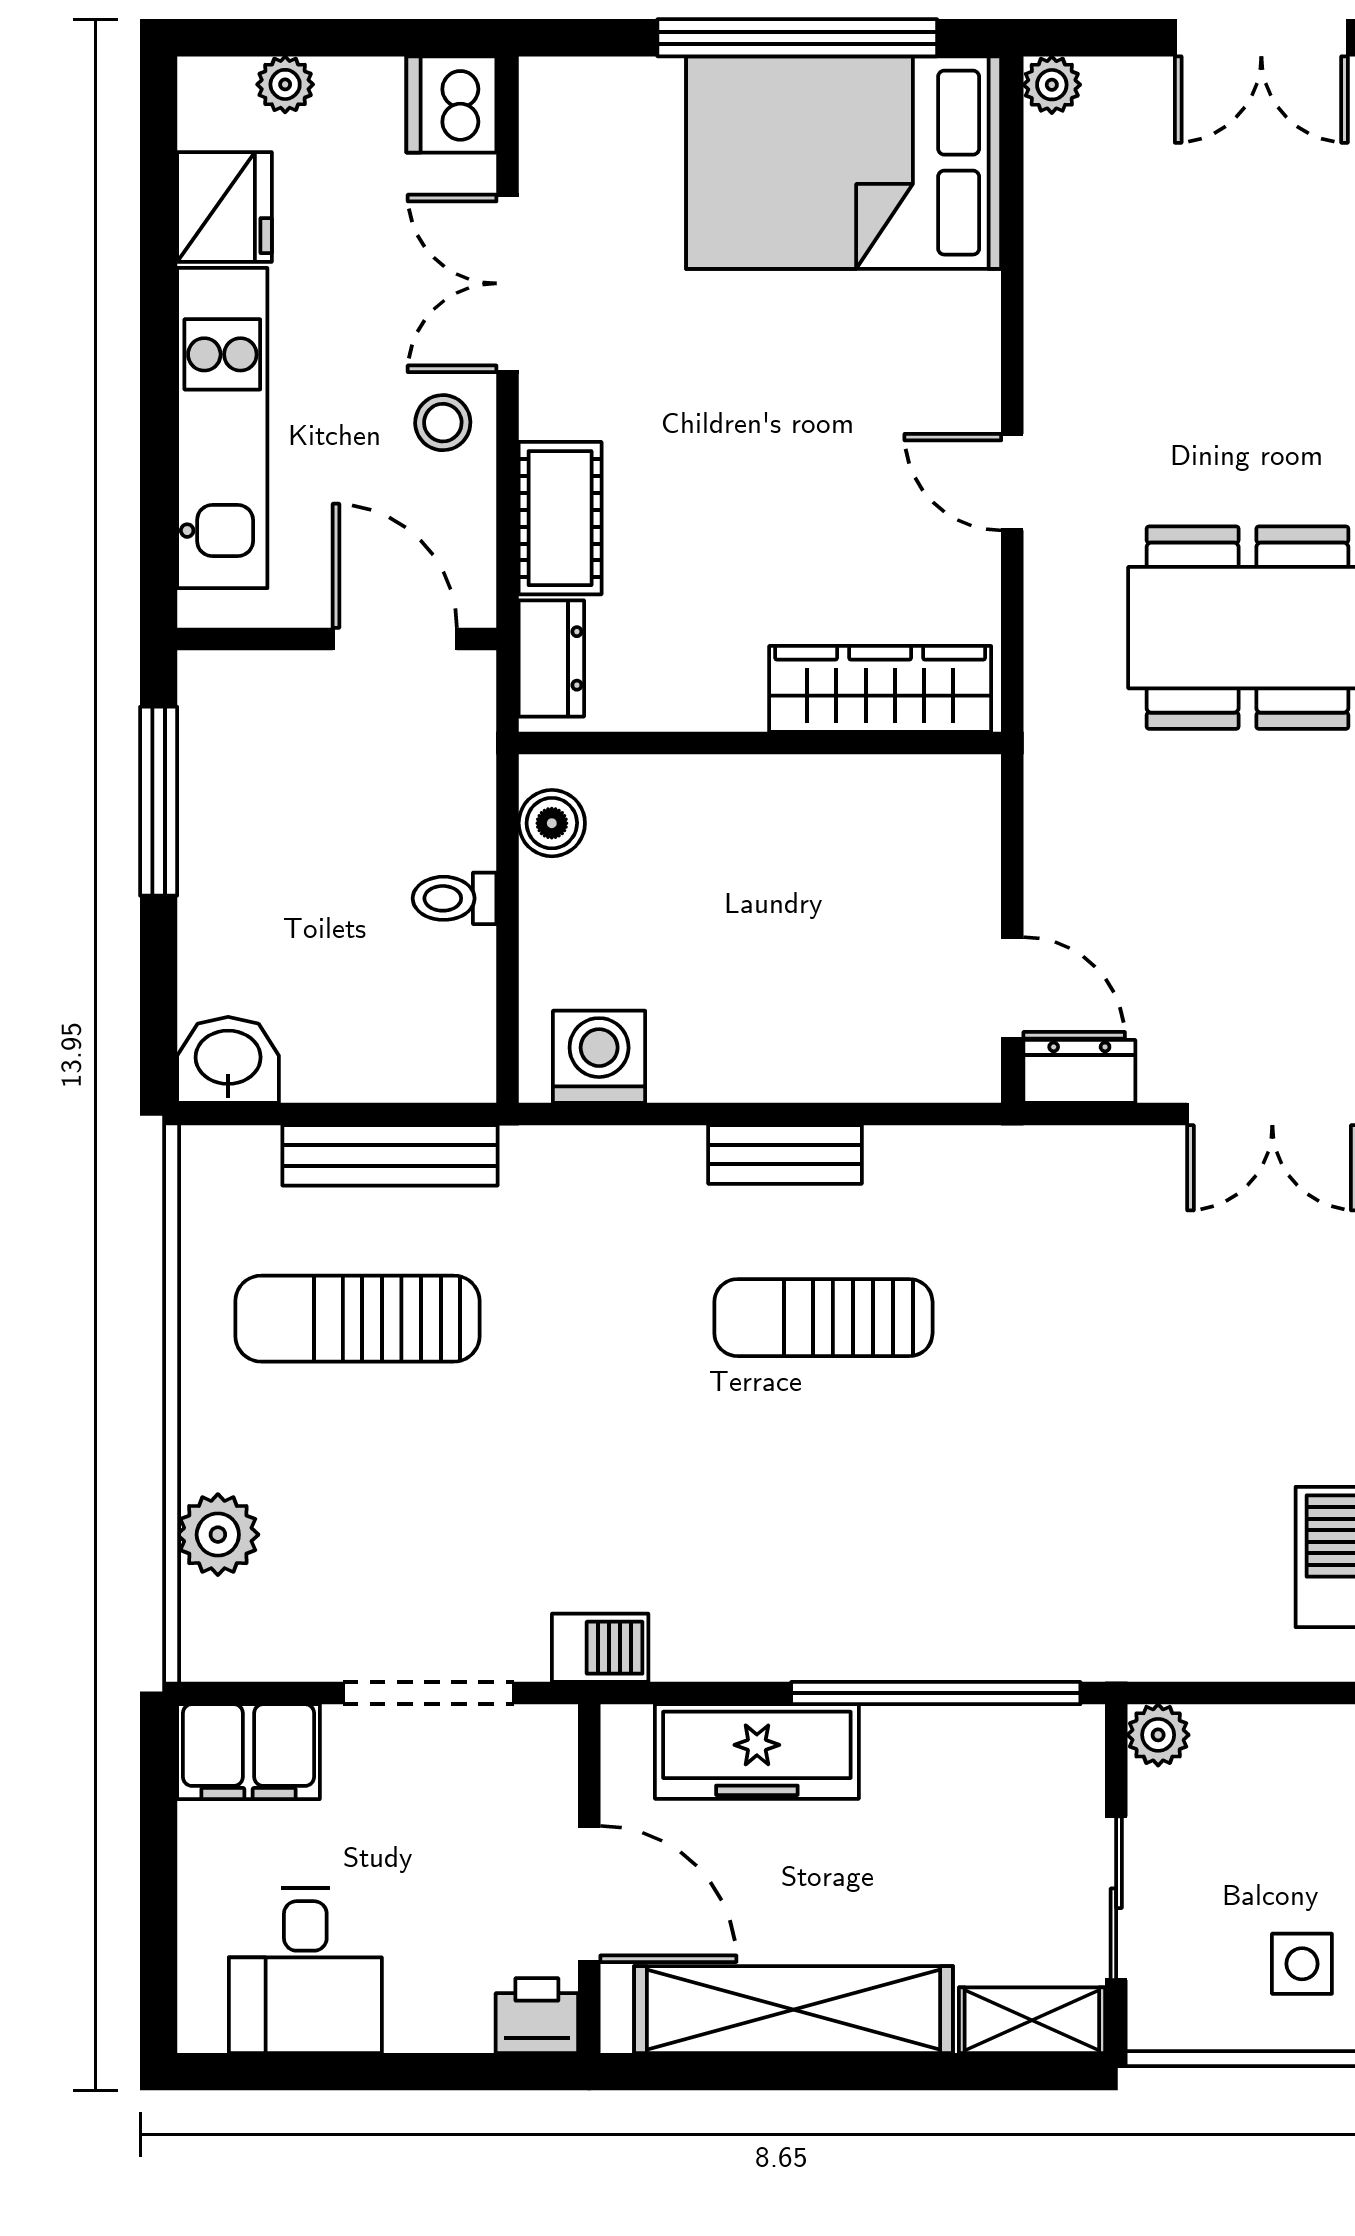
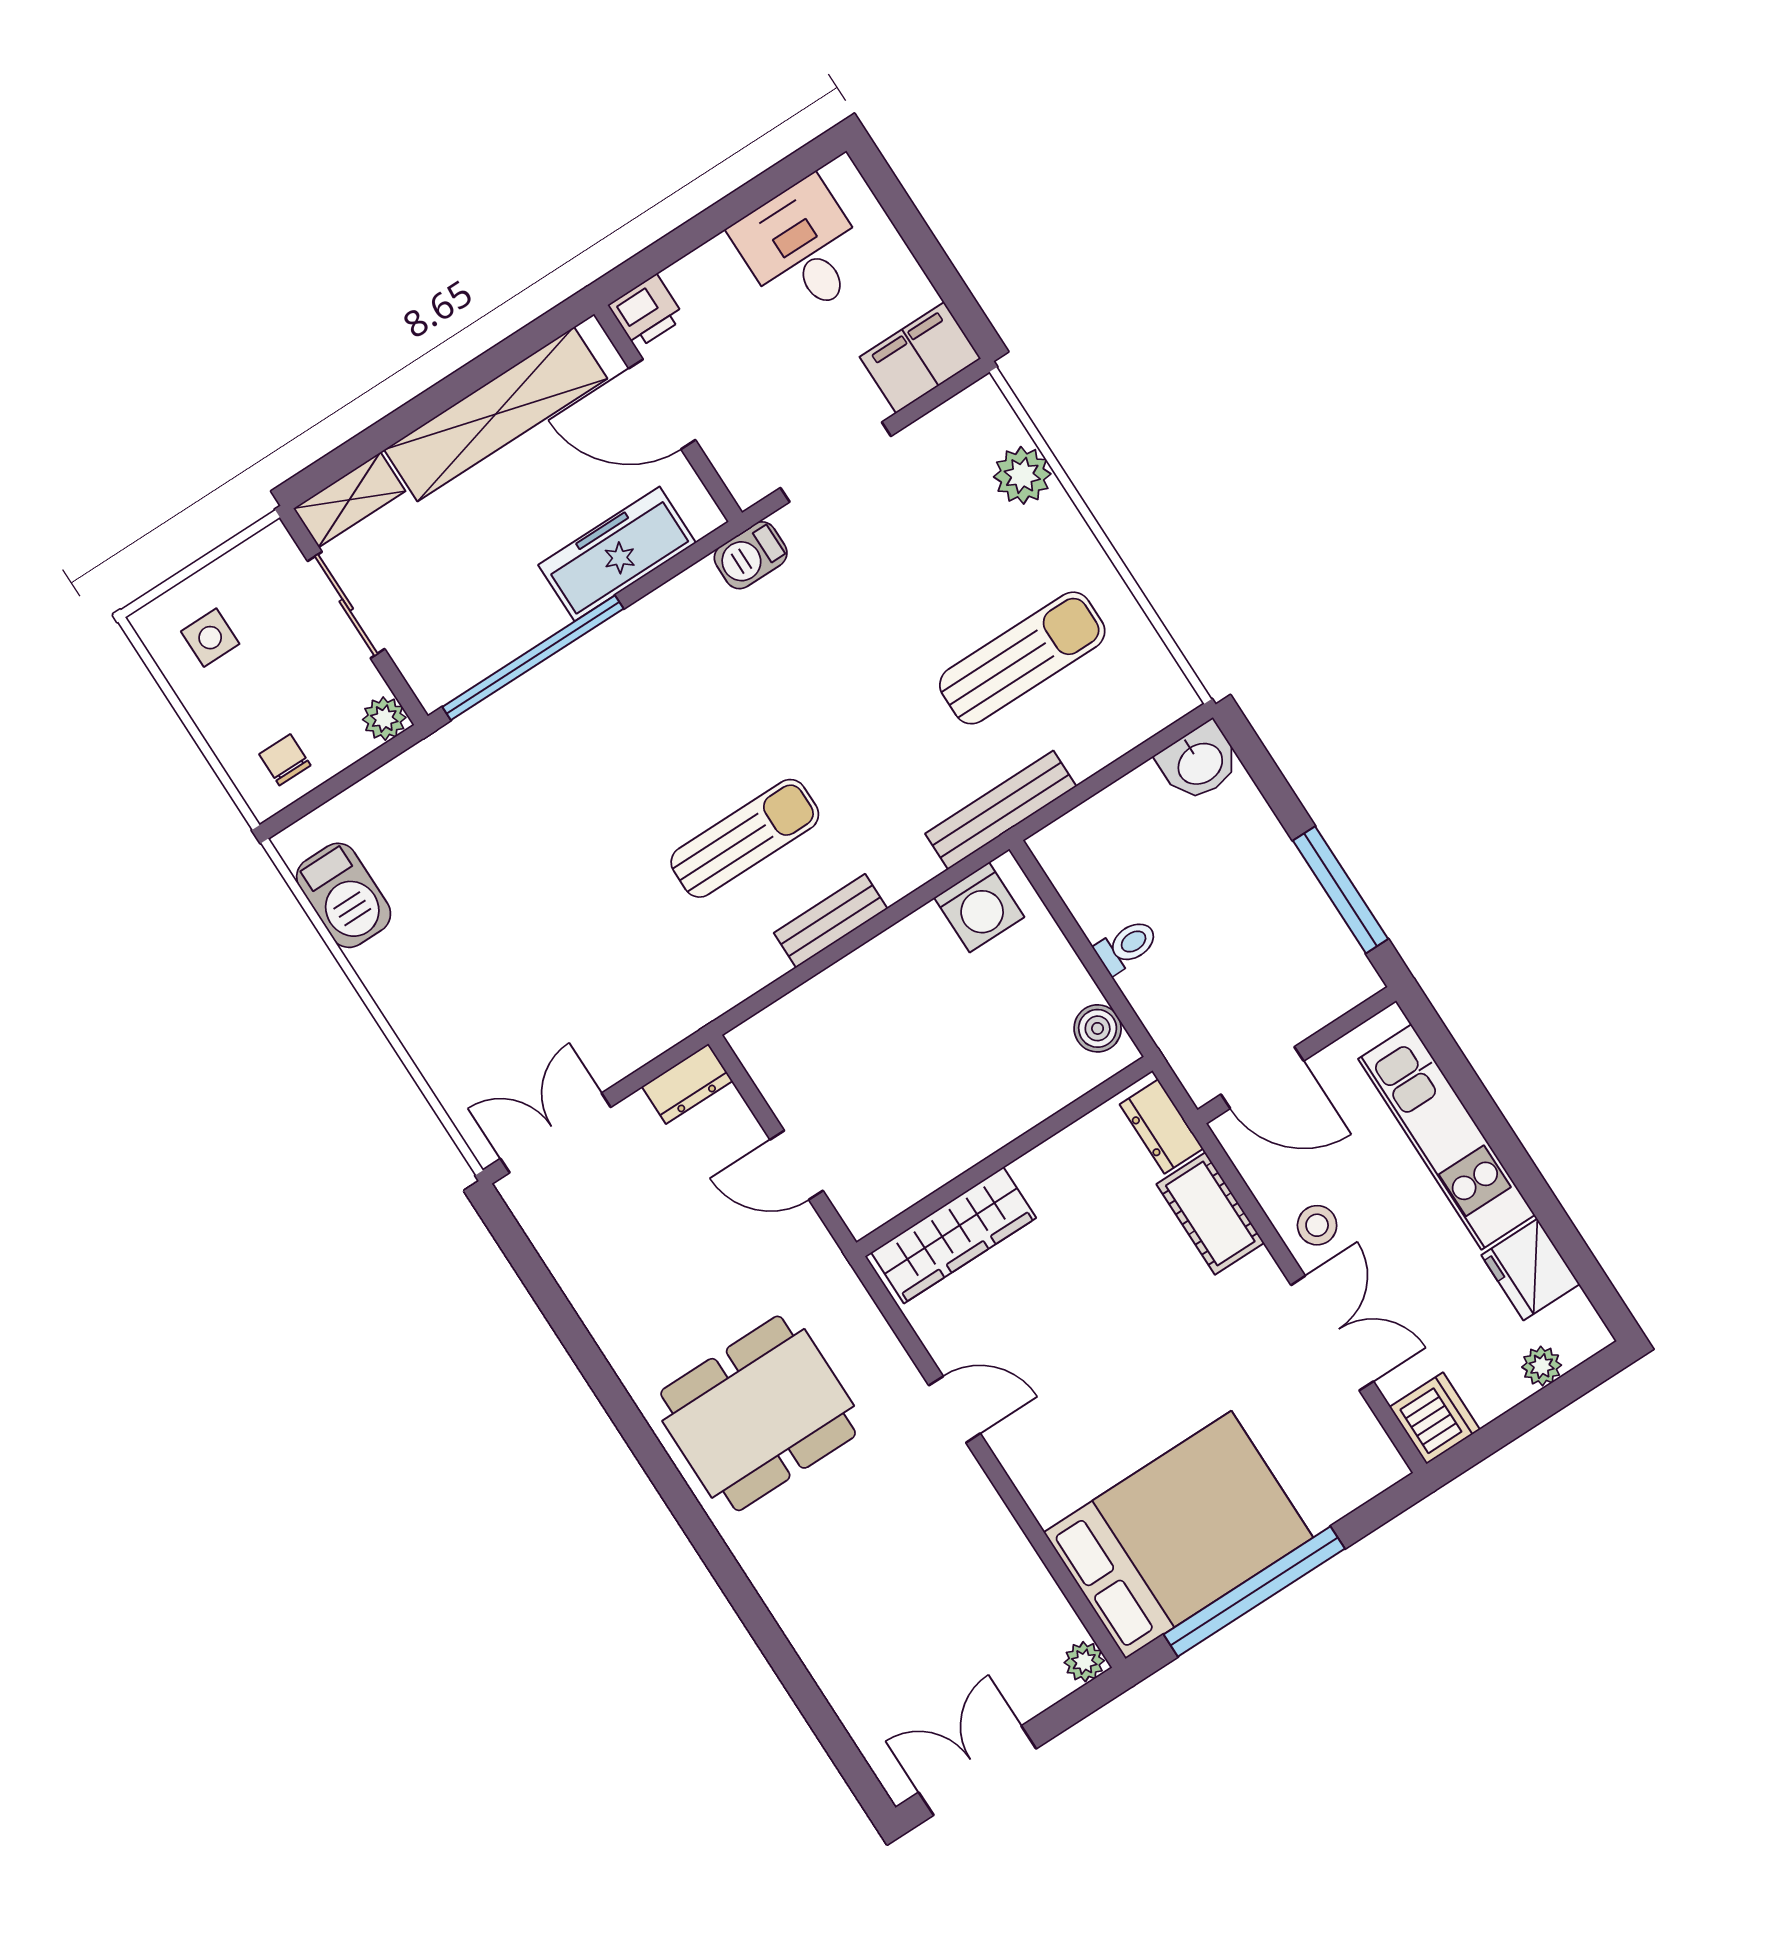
door: (1012, 988) -> (796, 1165), moved
bench: (390, 1155) -> (1001, 810), moved
chair: (1307, 1762) -> (285, 760), added

